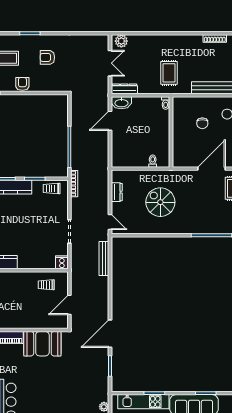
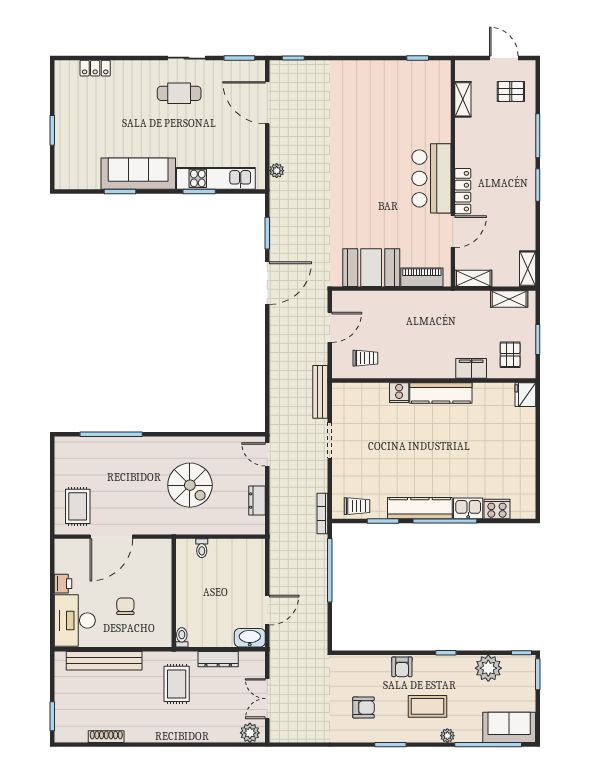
dresser: (124, 89) -> (218, 659), moved
bench: (104, 258) -> (320, 392), moved
cooker: (62, 262) -> (399, 393), moved

